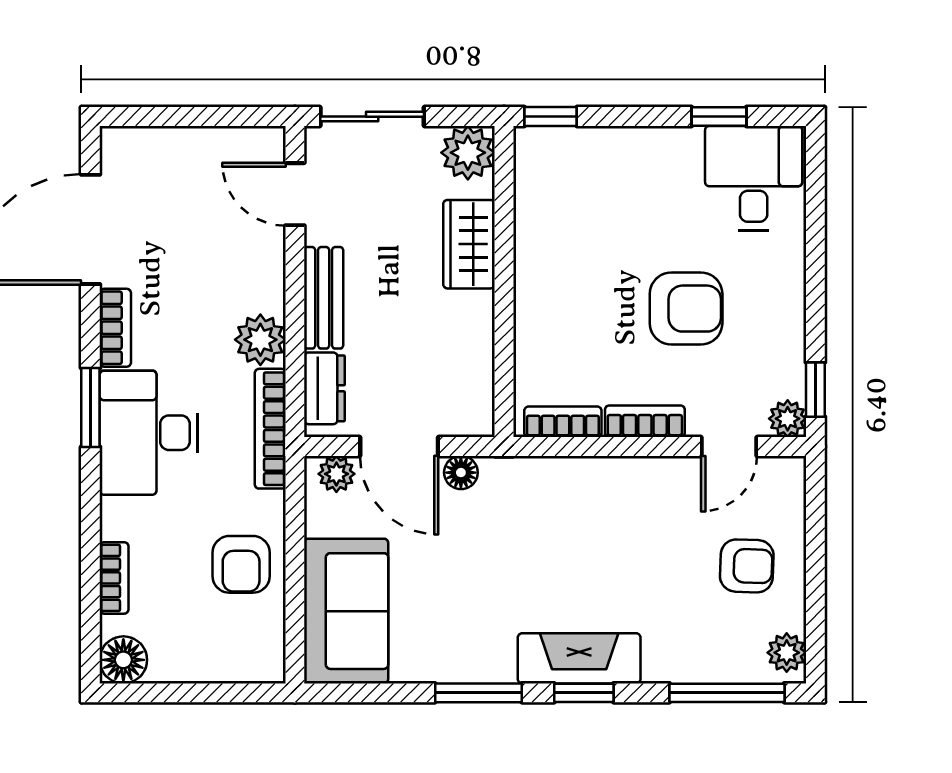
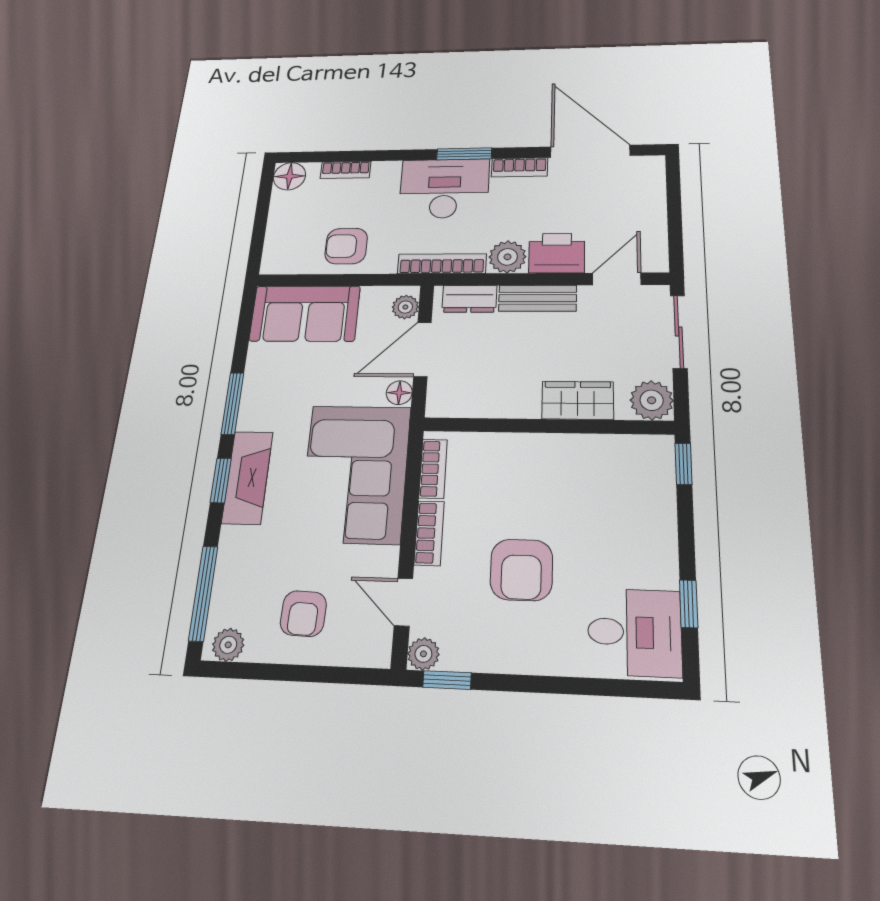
printer: (255, 274) -> (557, 253), added
corner sofa: (571, 520) -> (355, 473), added

